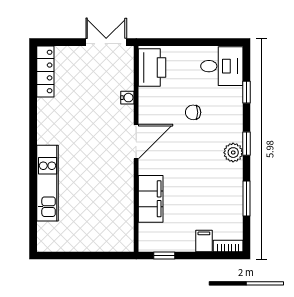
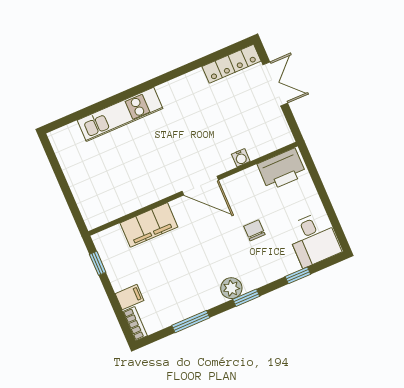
double door: (106, 42) -> (275, 84), moved

